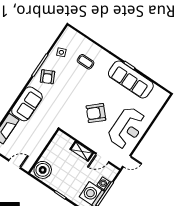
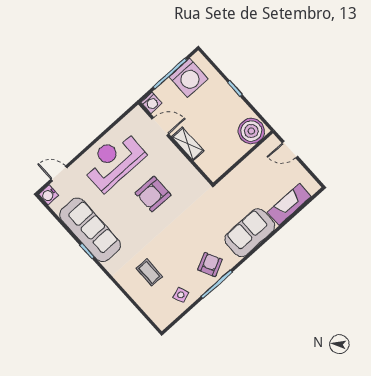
water cooler: (163, 95) -> (49, 195), added
armchair: (96, 113) -> (153, 194), turned 132
door: (127, 161) -> (59, 173), moved
washing machine: (104, 184) -> (151, 103), moved

